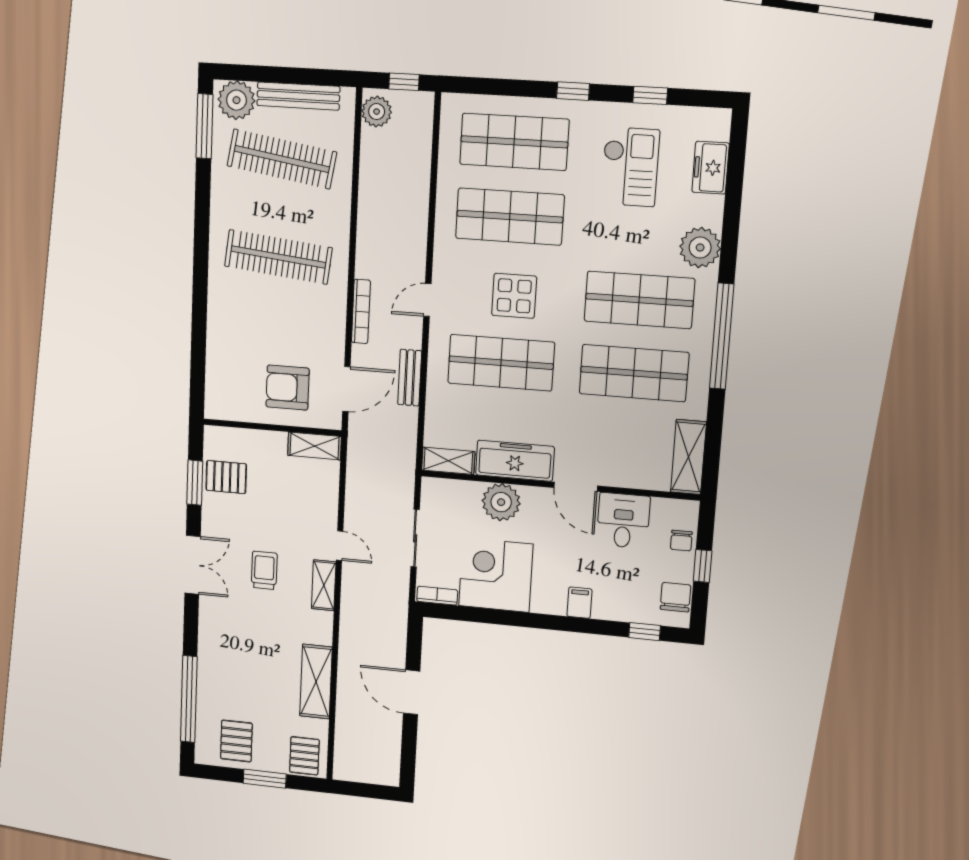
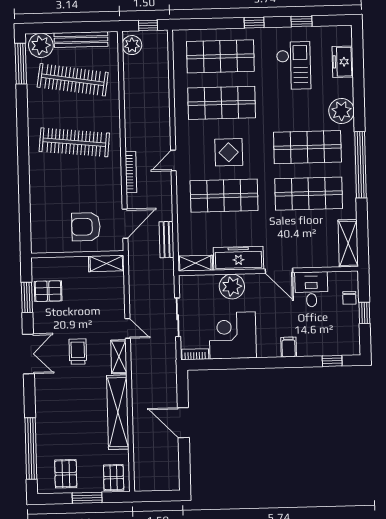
bench: (410, 378) -> (167, 240), moved
chair: (675, 597) -> (350, 336), removed
shelving: (316, 682) -> (118, 412), width x1.47

